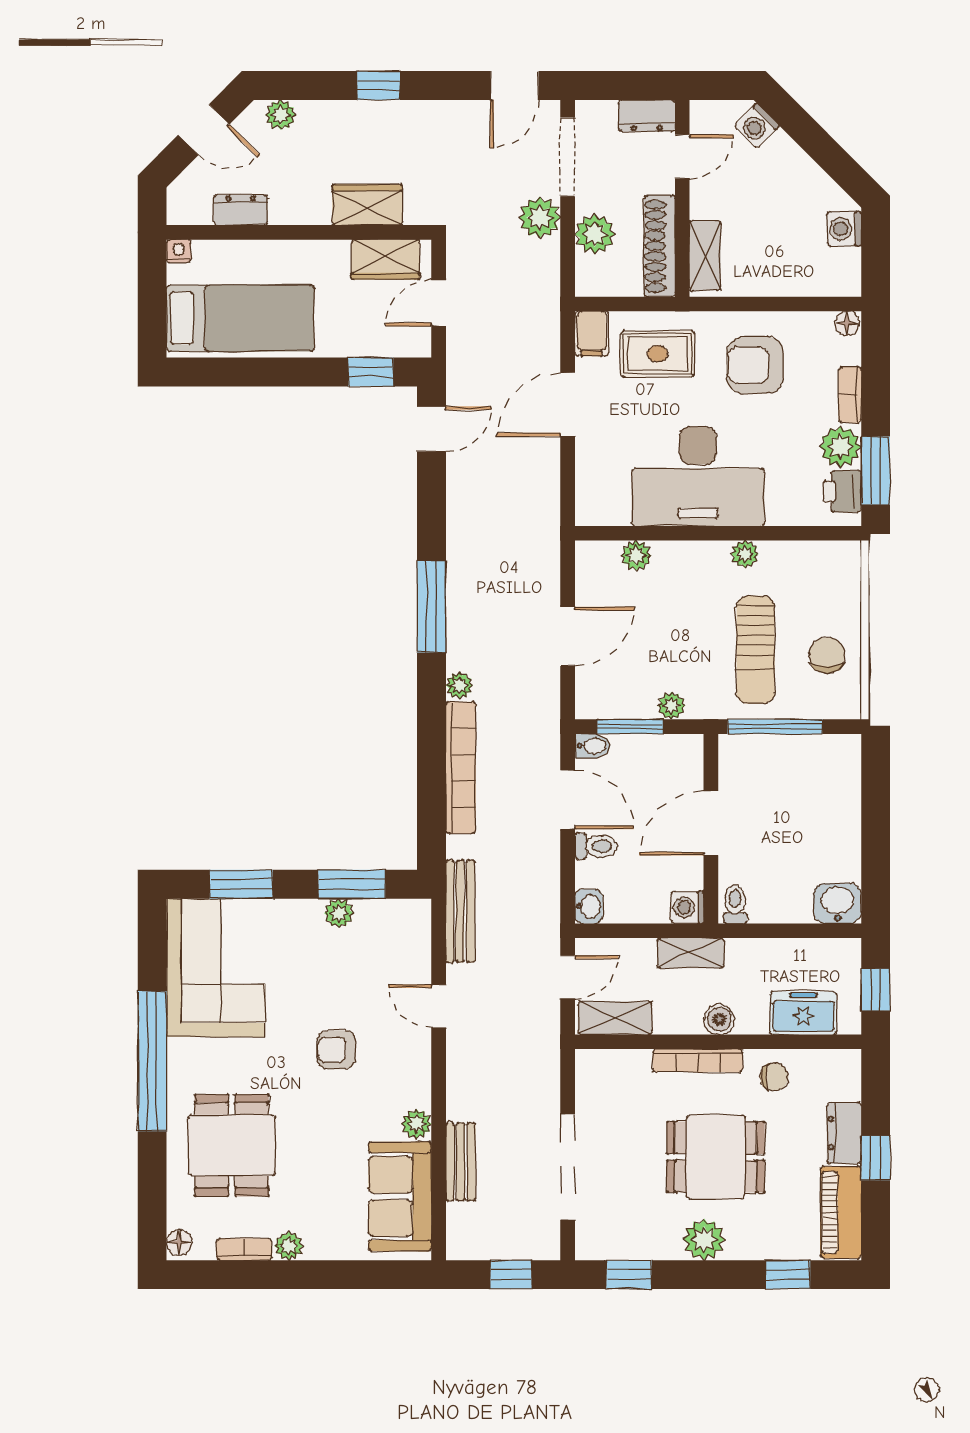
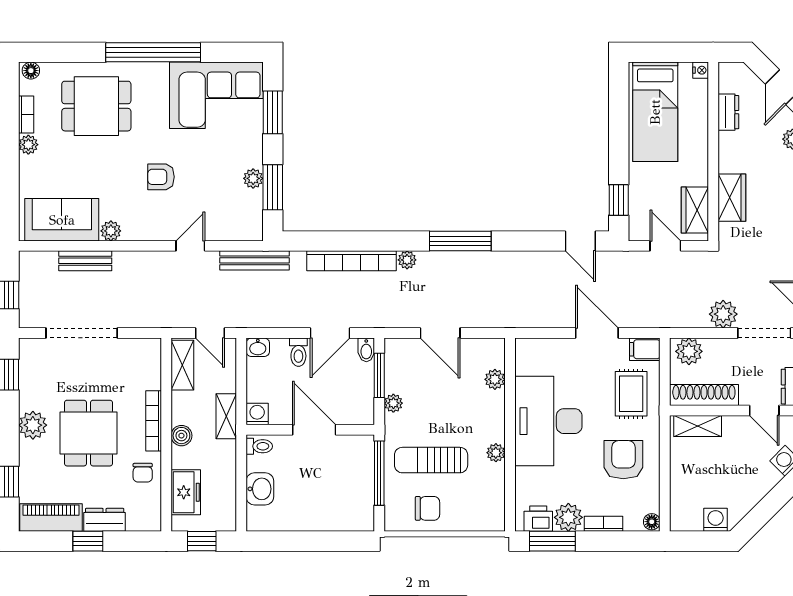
plant: (595, 234) -> (689, 351), moved
washbasin: (837, 903) -> (260, 489), moved
armchair: (336, 1050) -> (161, 177), turned -90

